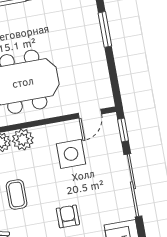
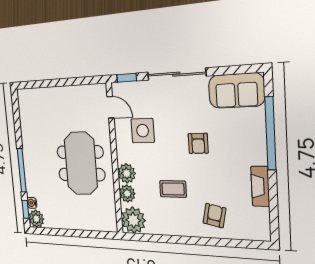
window: (105, 29) -> (46, 84), removed
armchair: (68, 216) -> (198, 143), turned -90

